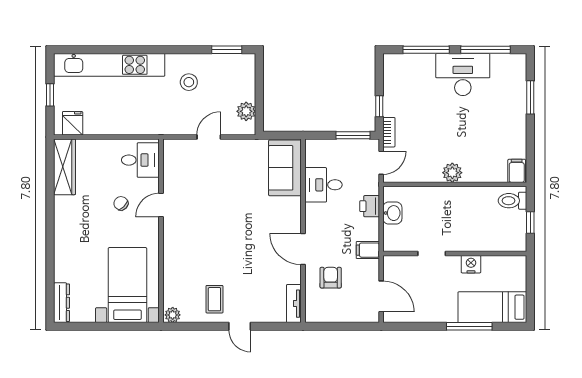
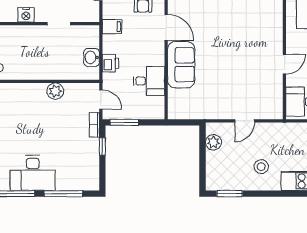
door: (381, 163) -> (101, 99), swing flipped
sofa: (285, 168) -> (181, 65), moved
plant: (452, 173) -> (55, 91), moved

